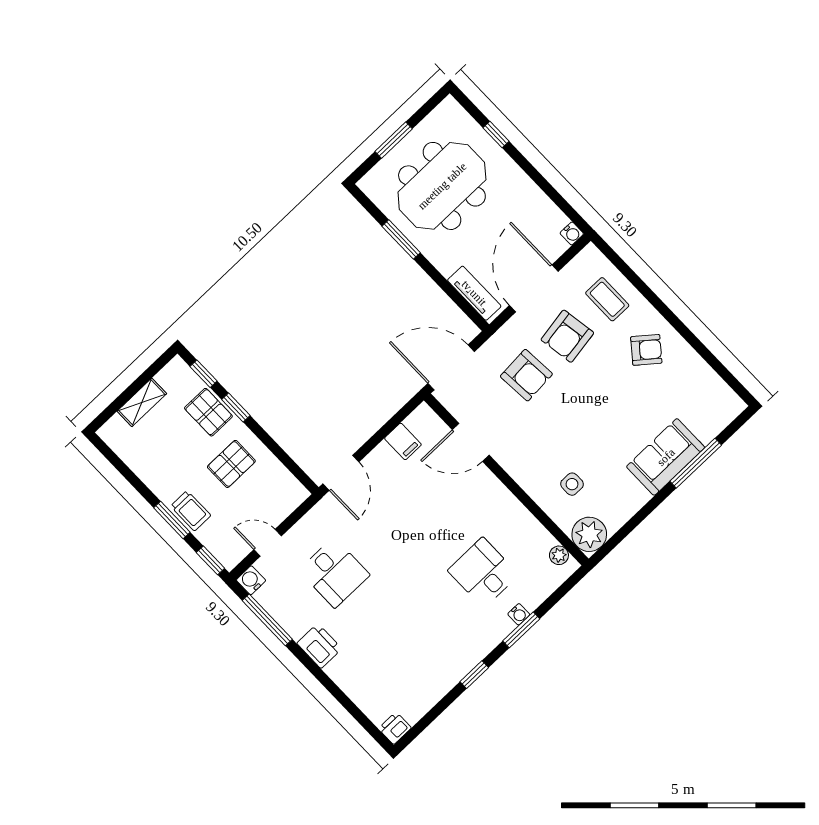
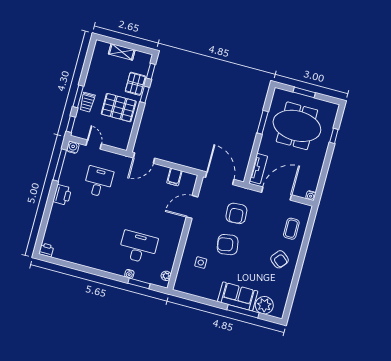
armchair: (567, 336) -> (228, 245), moved
door: (471, 442) -> (192, 207), hinge flipped
pallet: (231, 464) -> (119, 108), width x1.50, depth x1.42
plant: (589, 534) -> (264, 305), moved
desk: (334, 573) -> (98, 182), turned 180
desk: (483, 573) -> (138, 247), width x1.37
window: (521, 630) -> (139, 283), moved
window: (474, 675) -> (91, 271), removed

